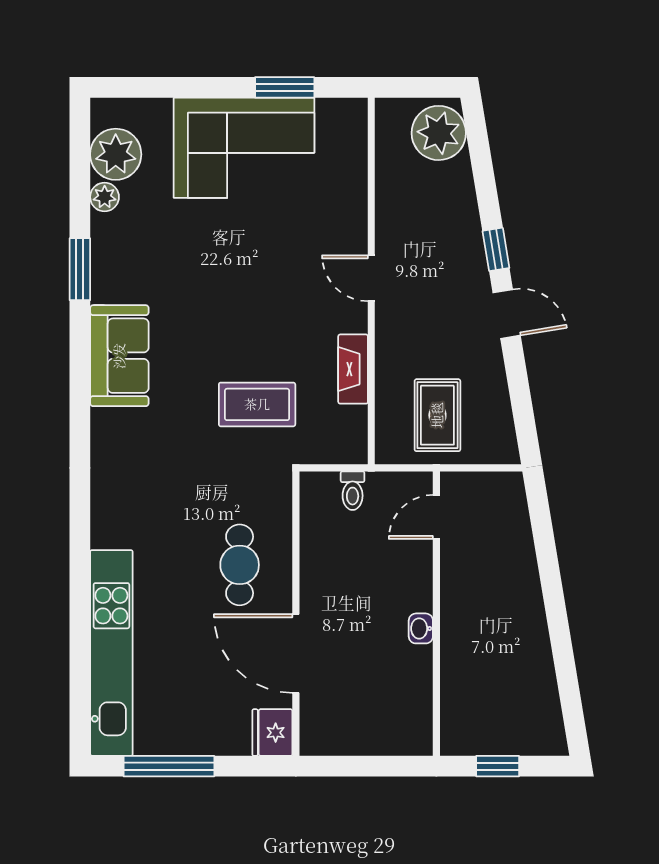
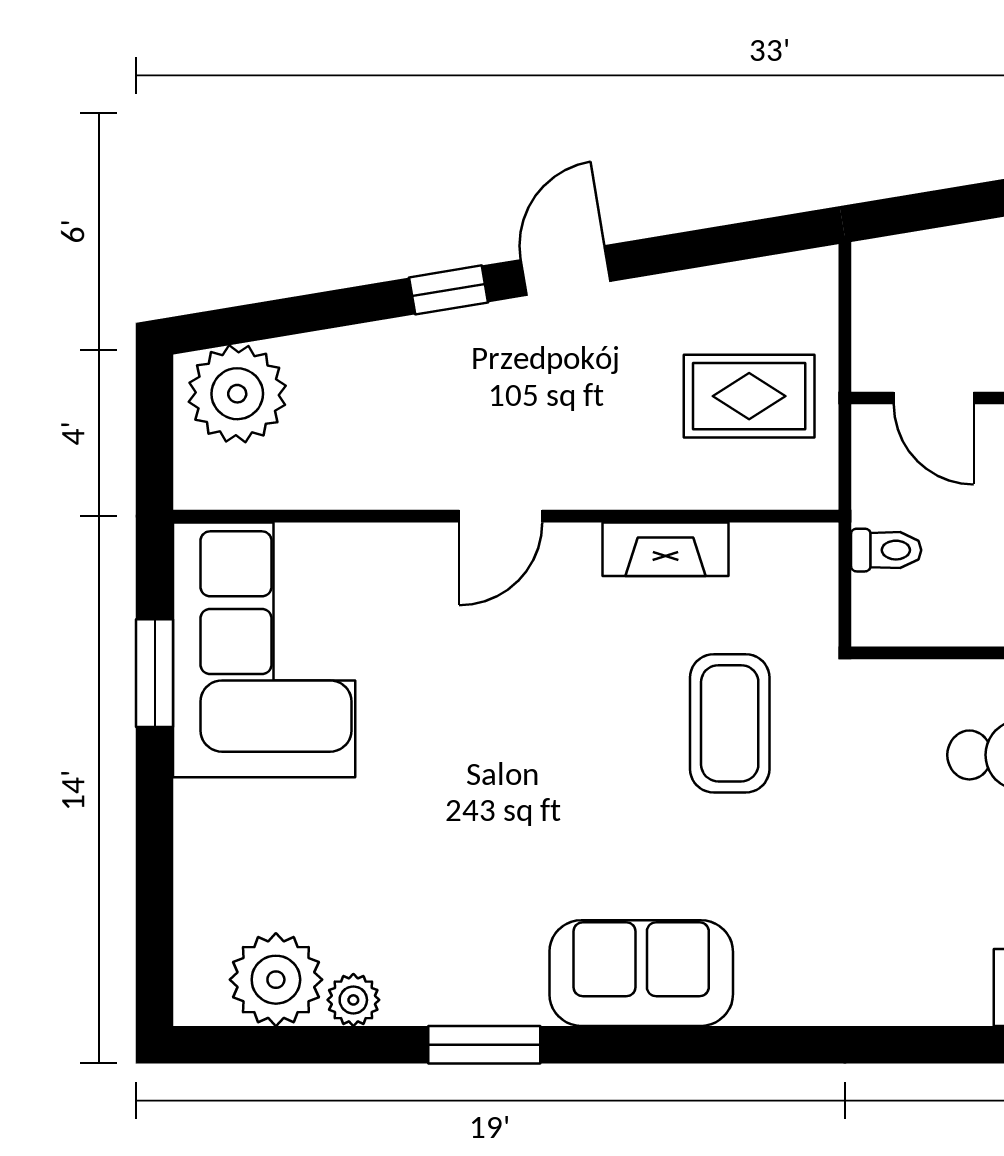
corner sofa: (244, 148) -> (264, 650), moved

